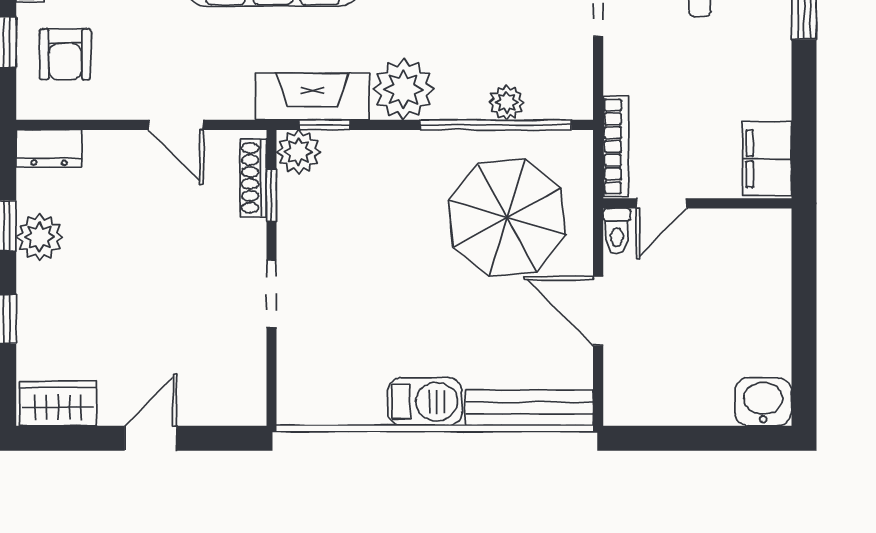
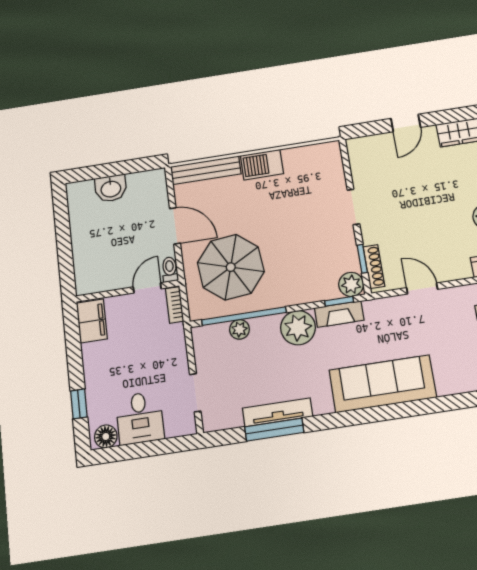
fireplace: (312, 96) -> (339, 314), width x0.73, depth x0.76
bookcase: (616, 146) -> (175, 305), width x0.64
washbasin: (763, 402) -> (111, 188), moved

